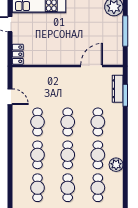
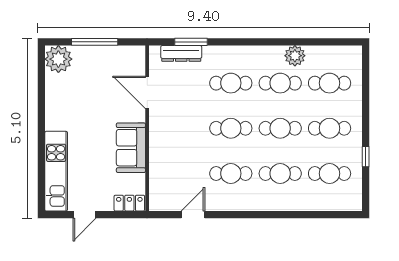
sofa: (55, 55) -> (131, 148), added

